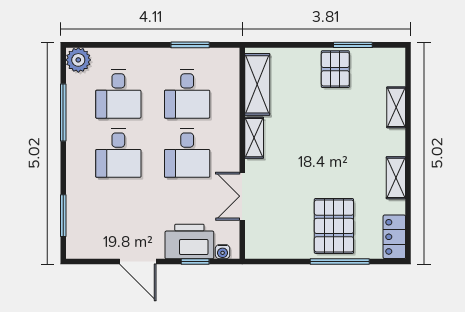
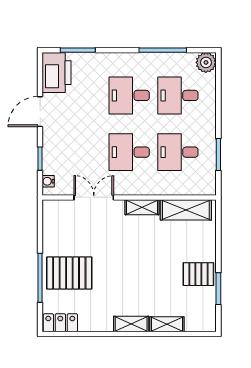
shelving: (396, 178) -> (131, 324), moved
printer: (189, 241) -> (57, 73), moved

